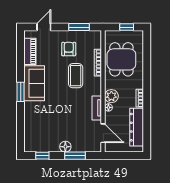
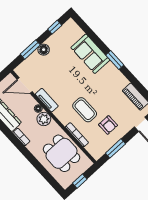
sofa: (34, 83) -> (90, 54), moved

